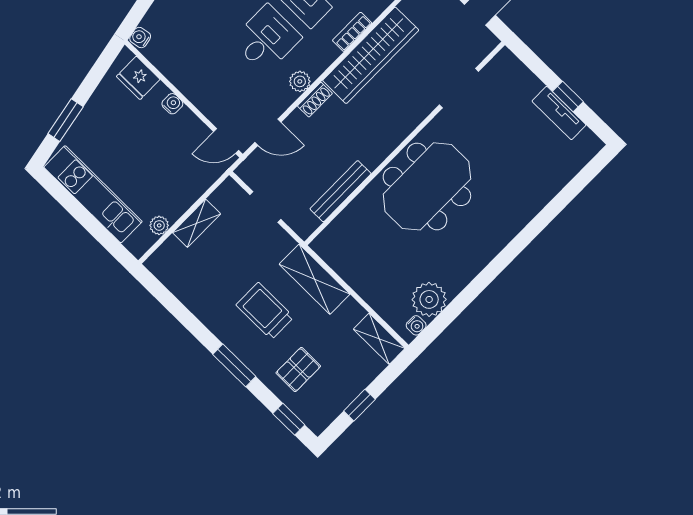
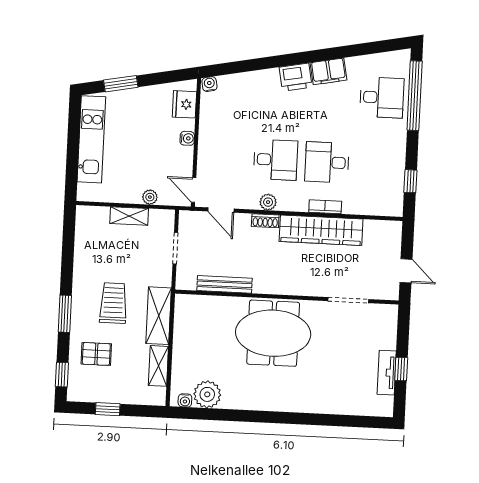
plant: (159, 225) -> (150, 197), moved
shelving: (379, 339) -> (158, 366), moved

